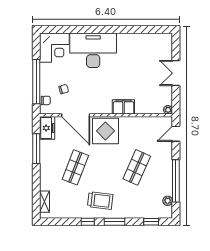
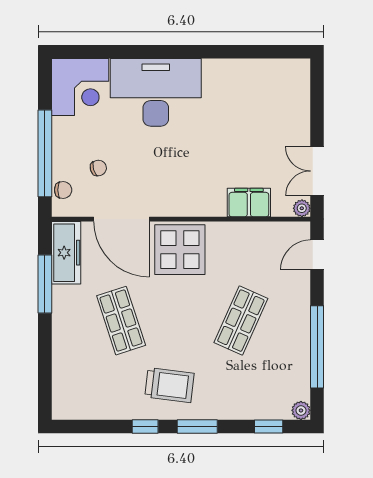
double door: (176, 73) -> (317, 171), moved
filing cabinet: (123, 107) -> (249, 203), moved
freezer: (47, 128) -> (66, 253), width x1.40
shop shelf: (75, 167) -> (121, 321), turned -39
plant: (168, 201) -> (301, 410), moved
shelving: (45, 202) -> (61, 387), removed

